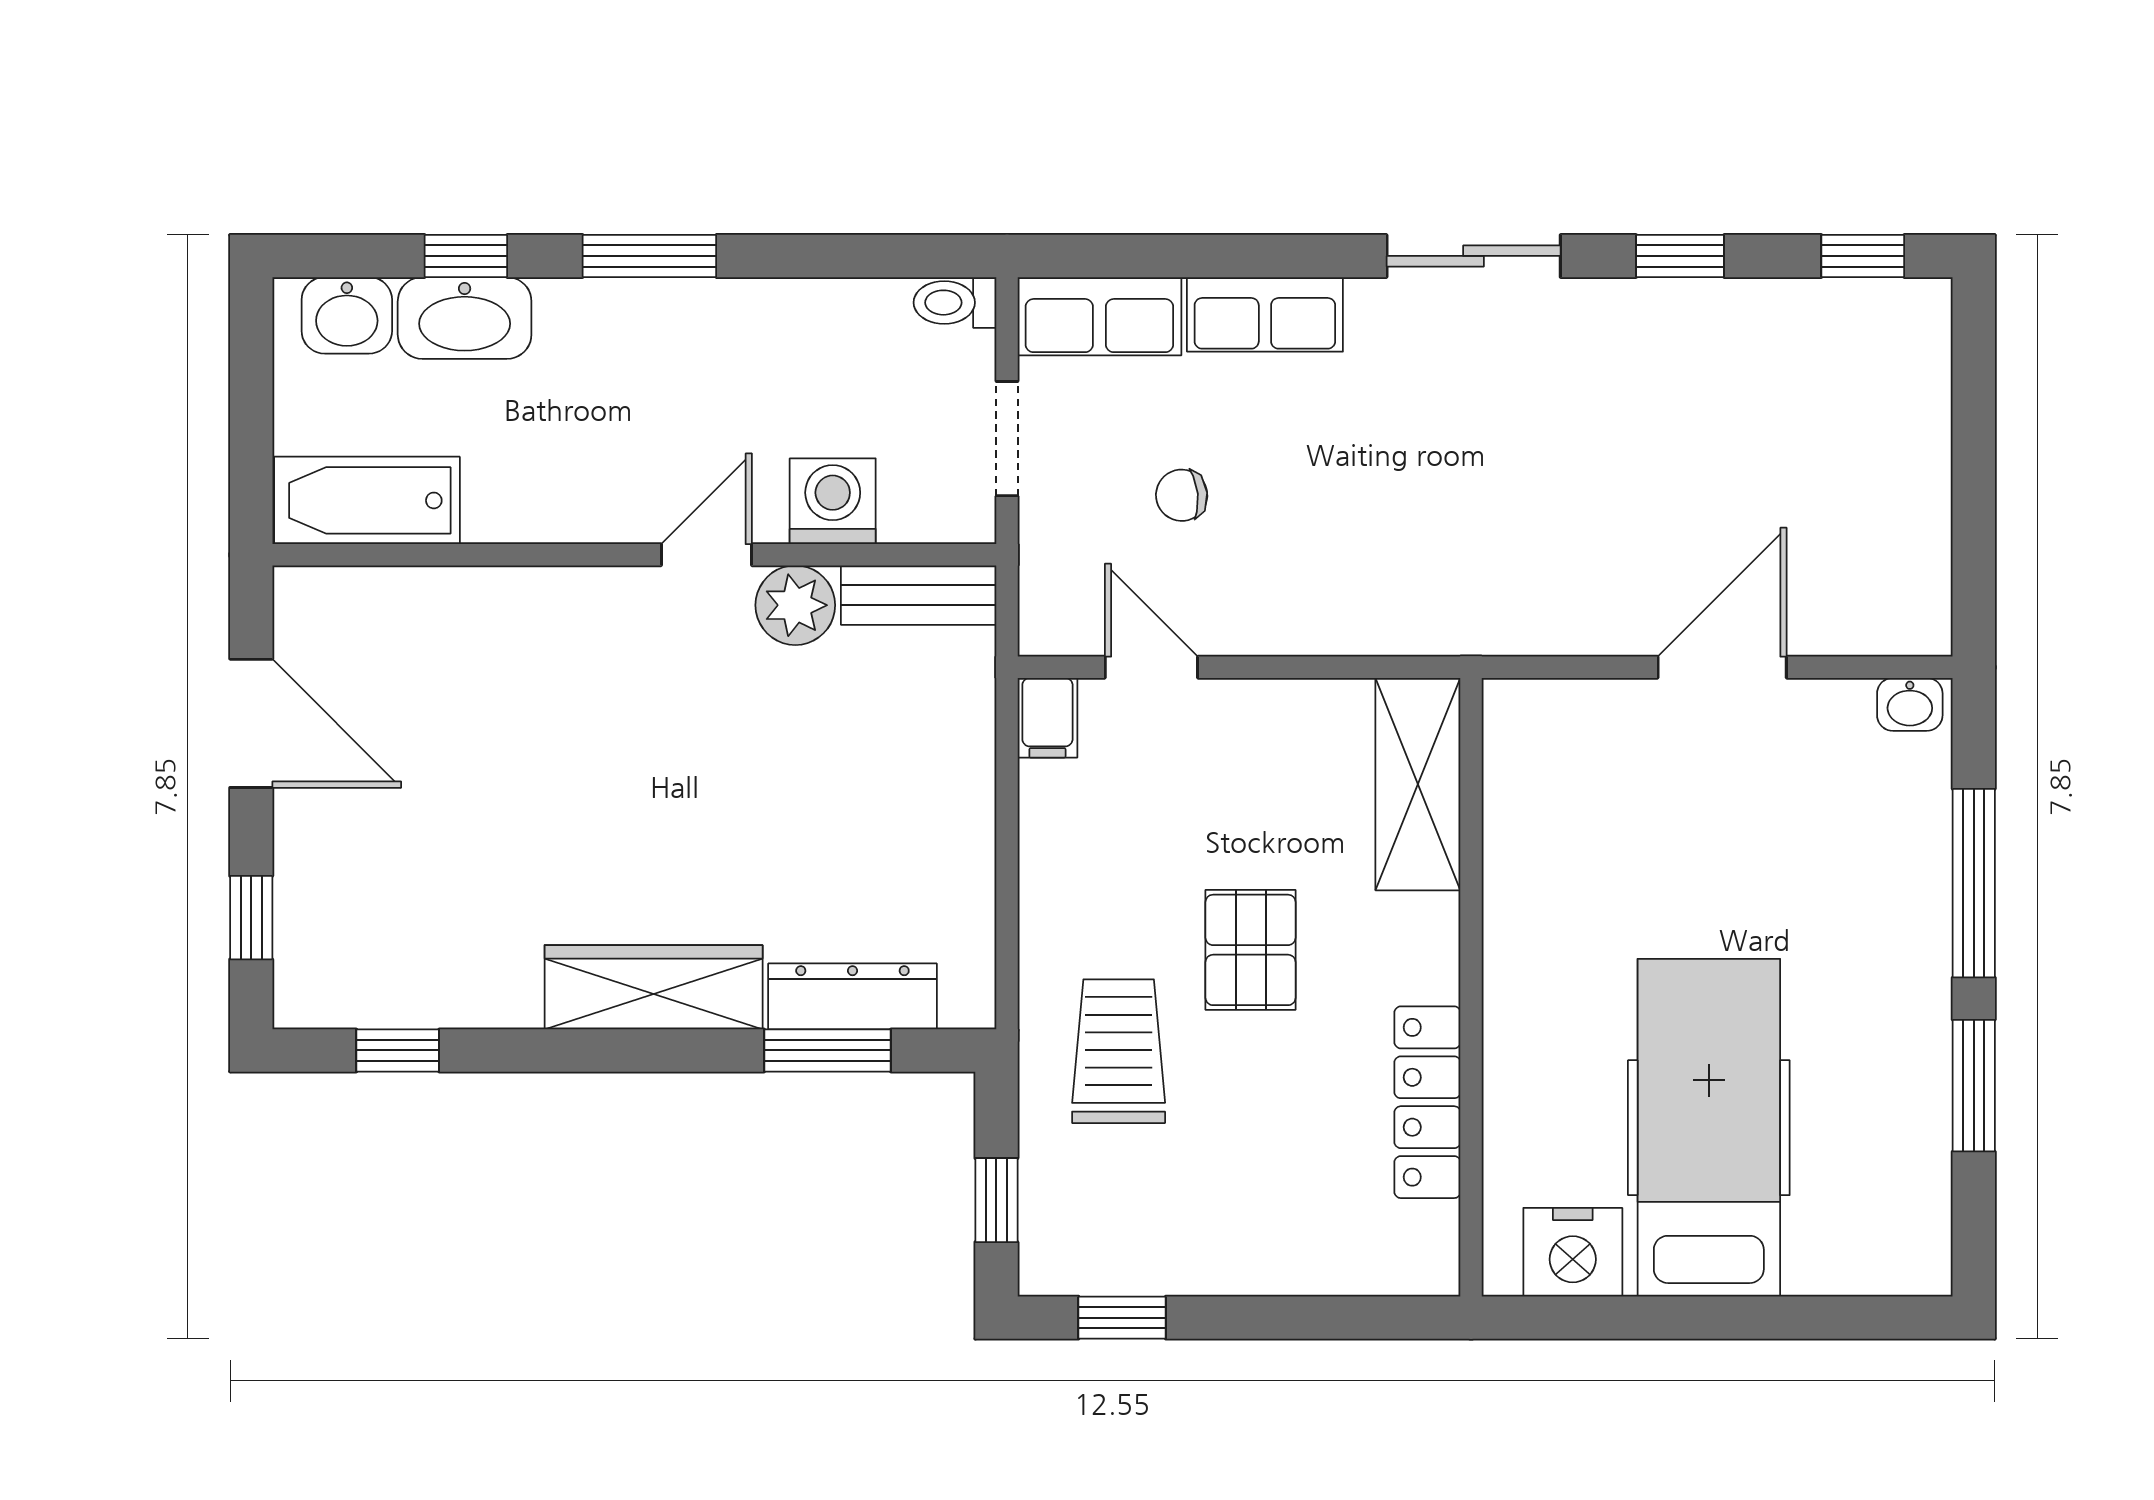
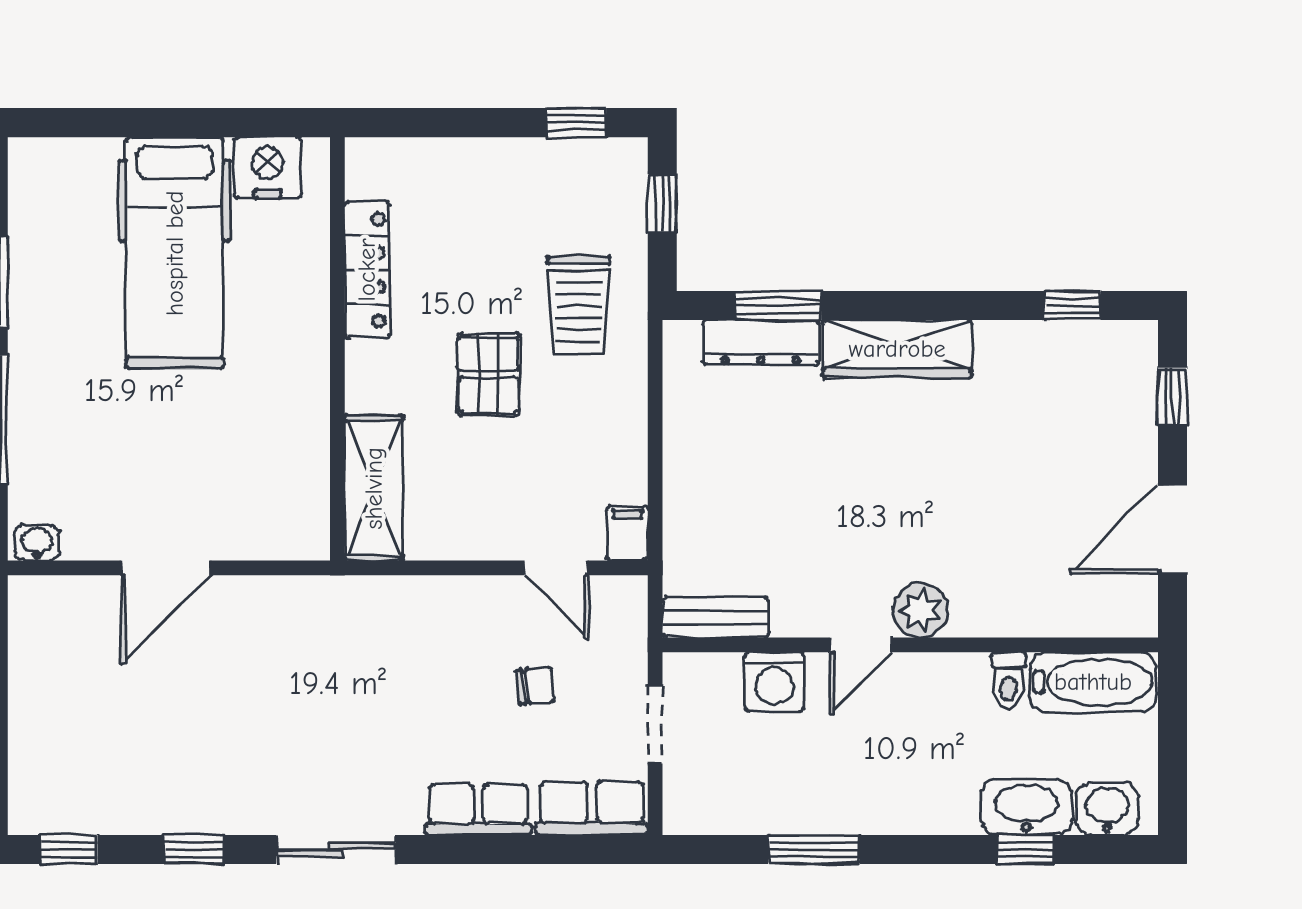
window: (649, 256) -> (814, 849), moved
toilet: (955, 303) -> (1008, 680), moved, turned 90
plant: (795, 605) -> (920, 610), moved
door: (251, 723) -> (1173, 529), hinge flipped

